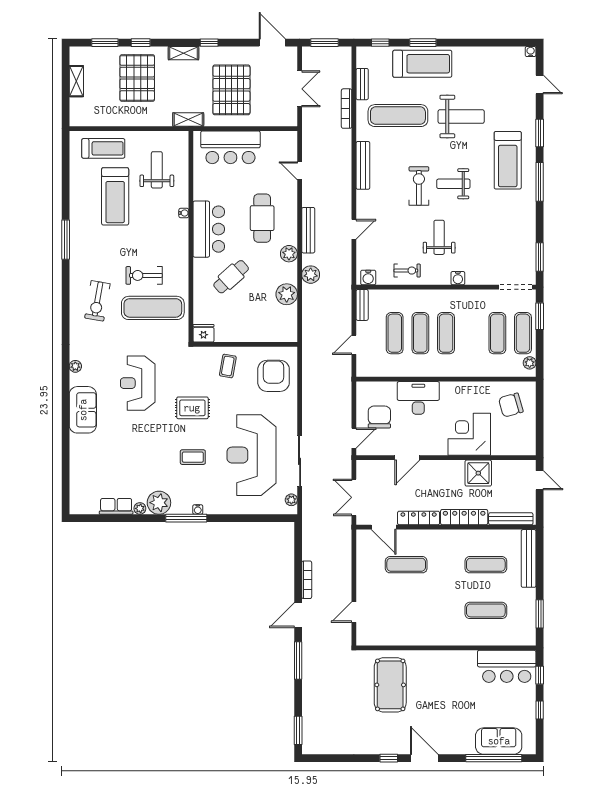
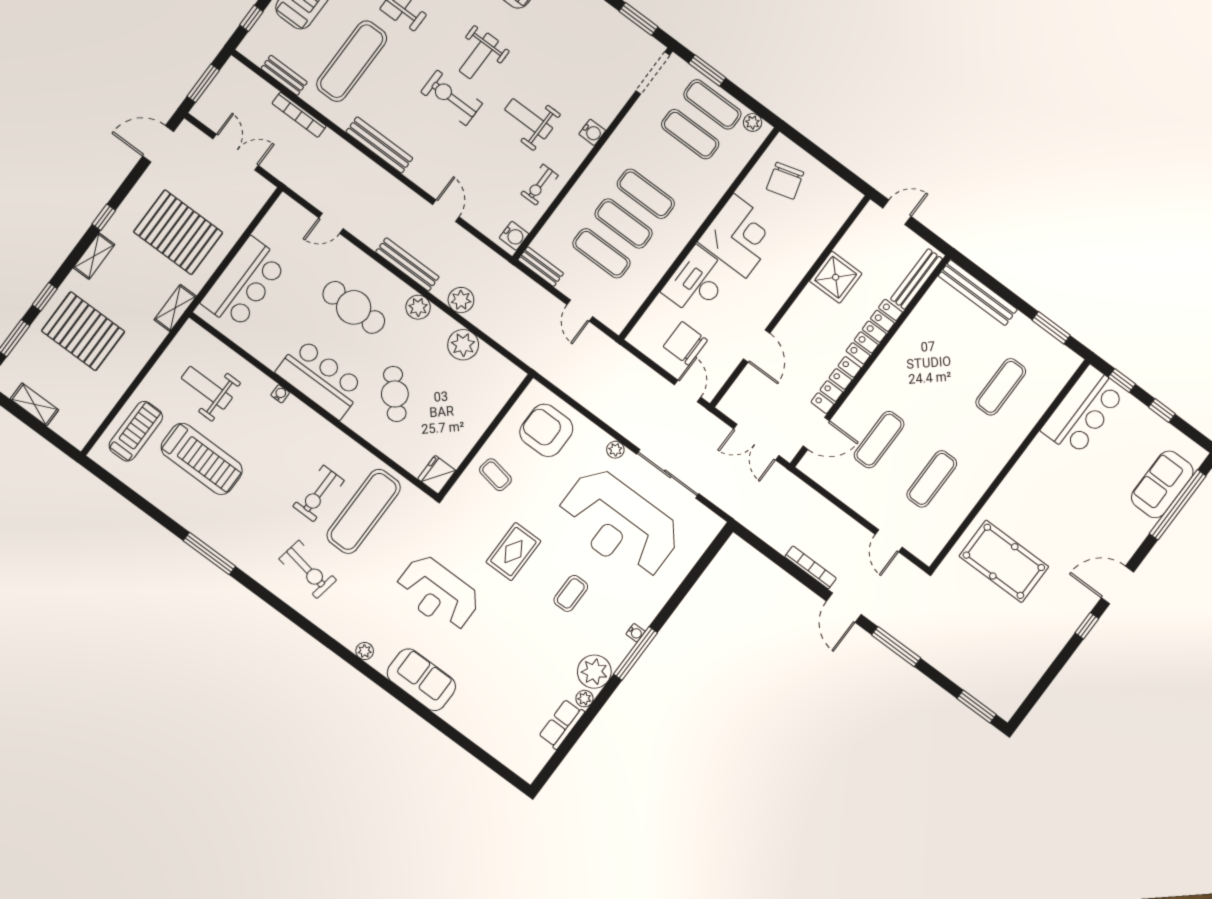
exercise bike: (407, 271) -> (540, 185), turned 180
corner desk: (469, 434) -> (740, 236), moved, turned 180
plant: (291, 500) -> (615, 450), moved
exercise mat: (486, 565) -> (932, 479), moved

